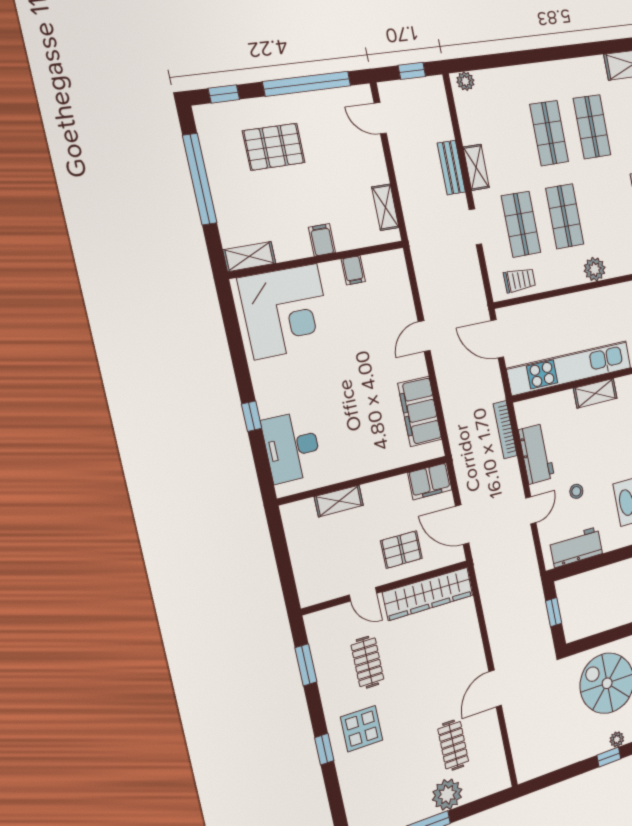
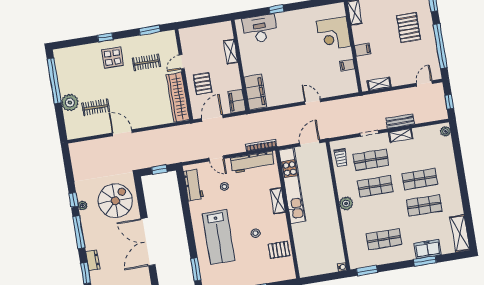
corner desk: (286, 311) -> (334, 34), width x0.74, depth x0.74
filing cabinet: (420, 411) -> (255, 92), moved, turned 90
workbench: (536, 454) -> (252, 162), width x1.38

